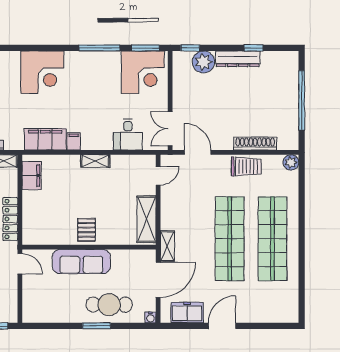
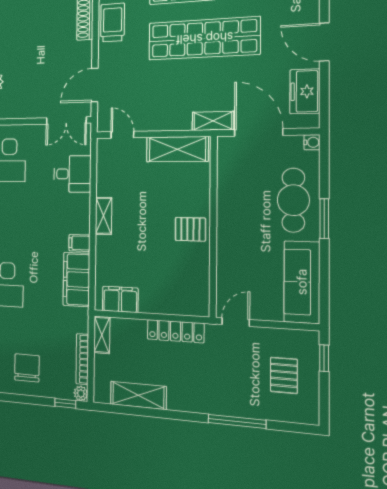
sofa: (81, 262) -> (302, 282), moved, turned 180

